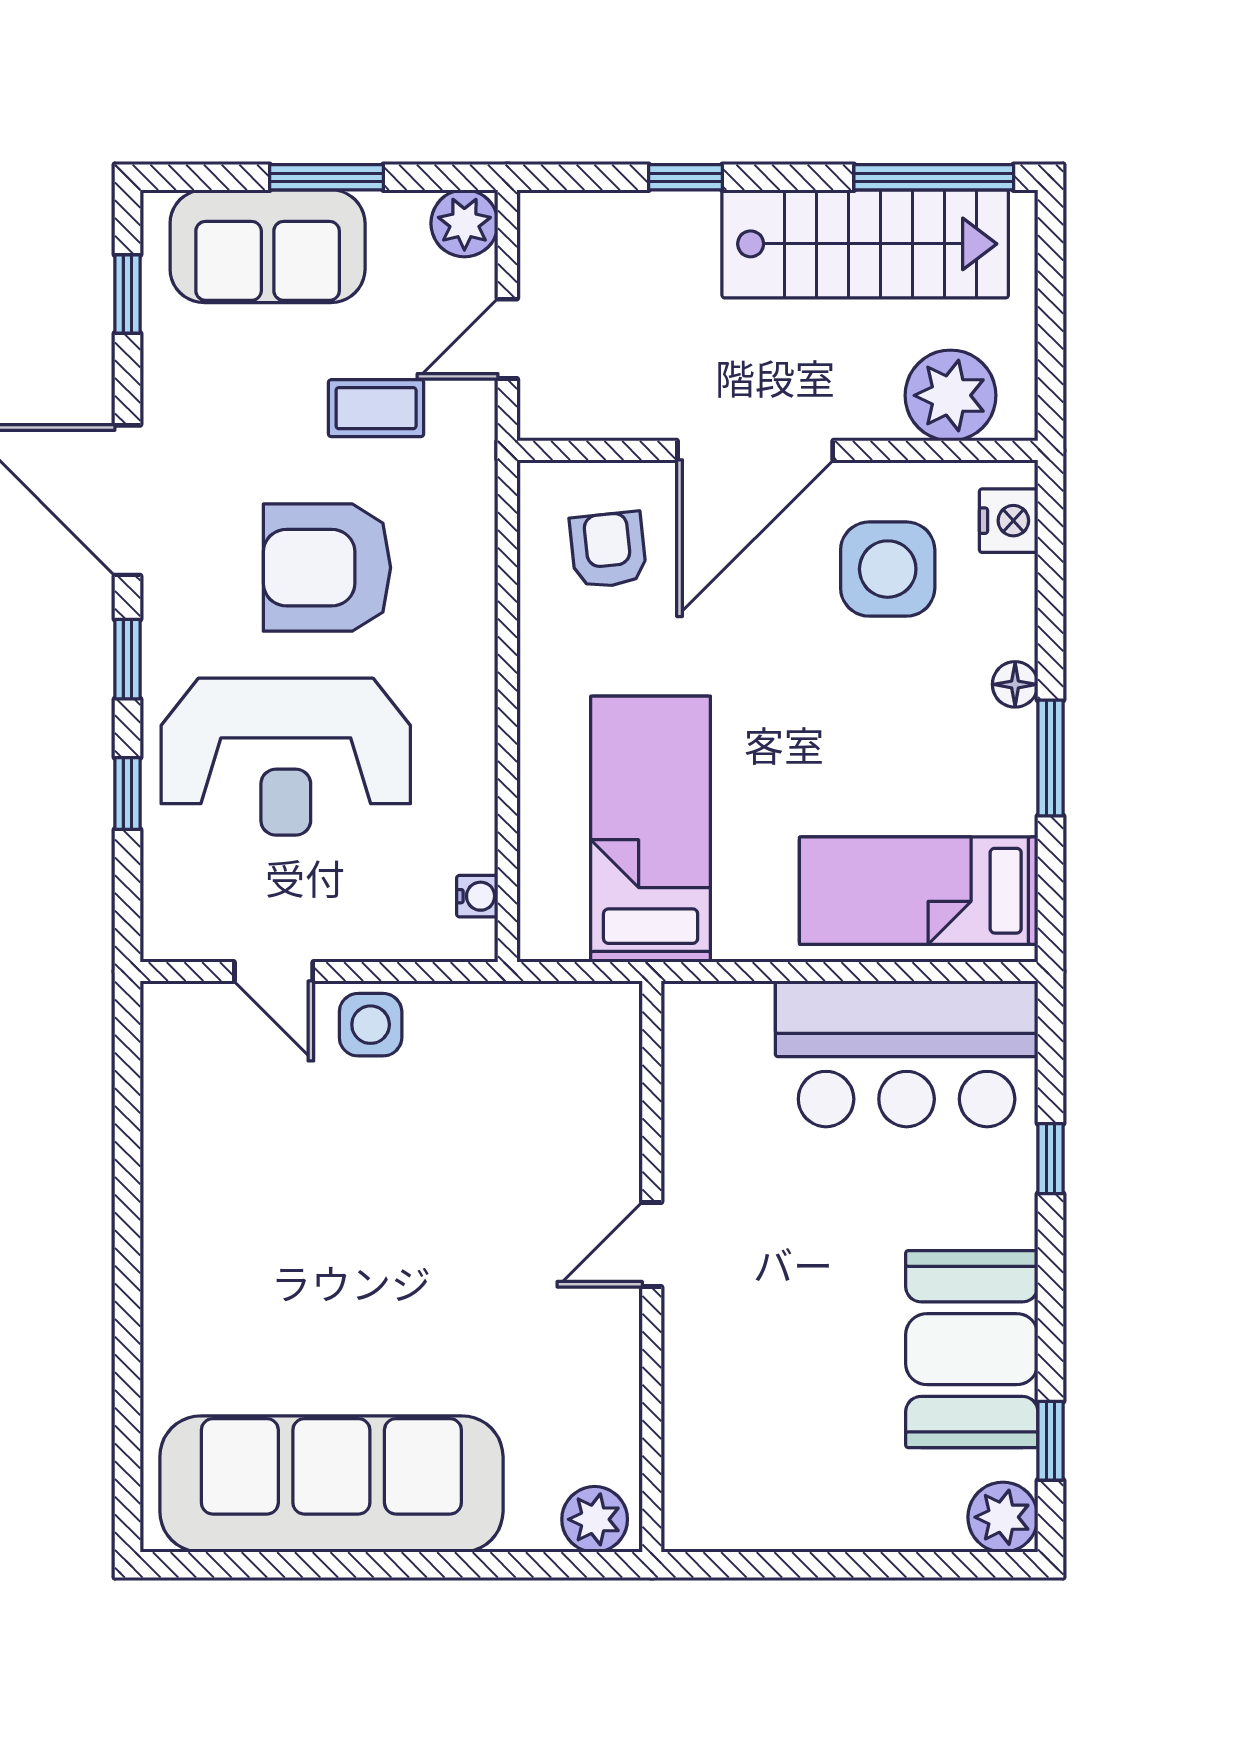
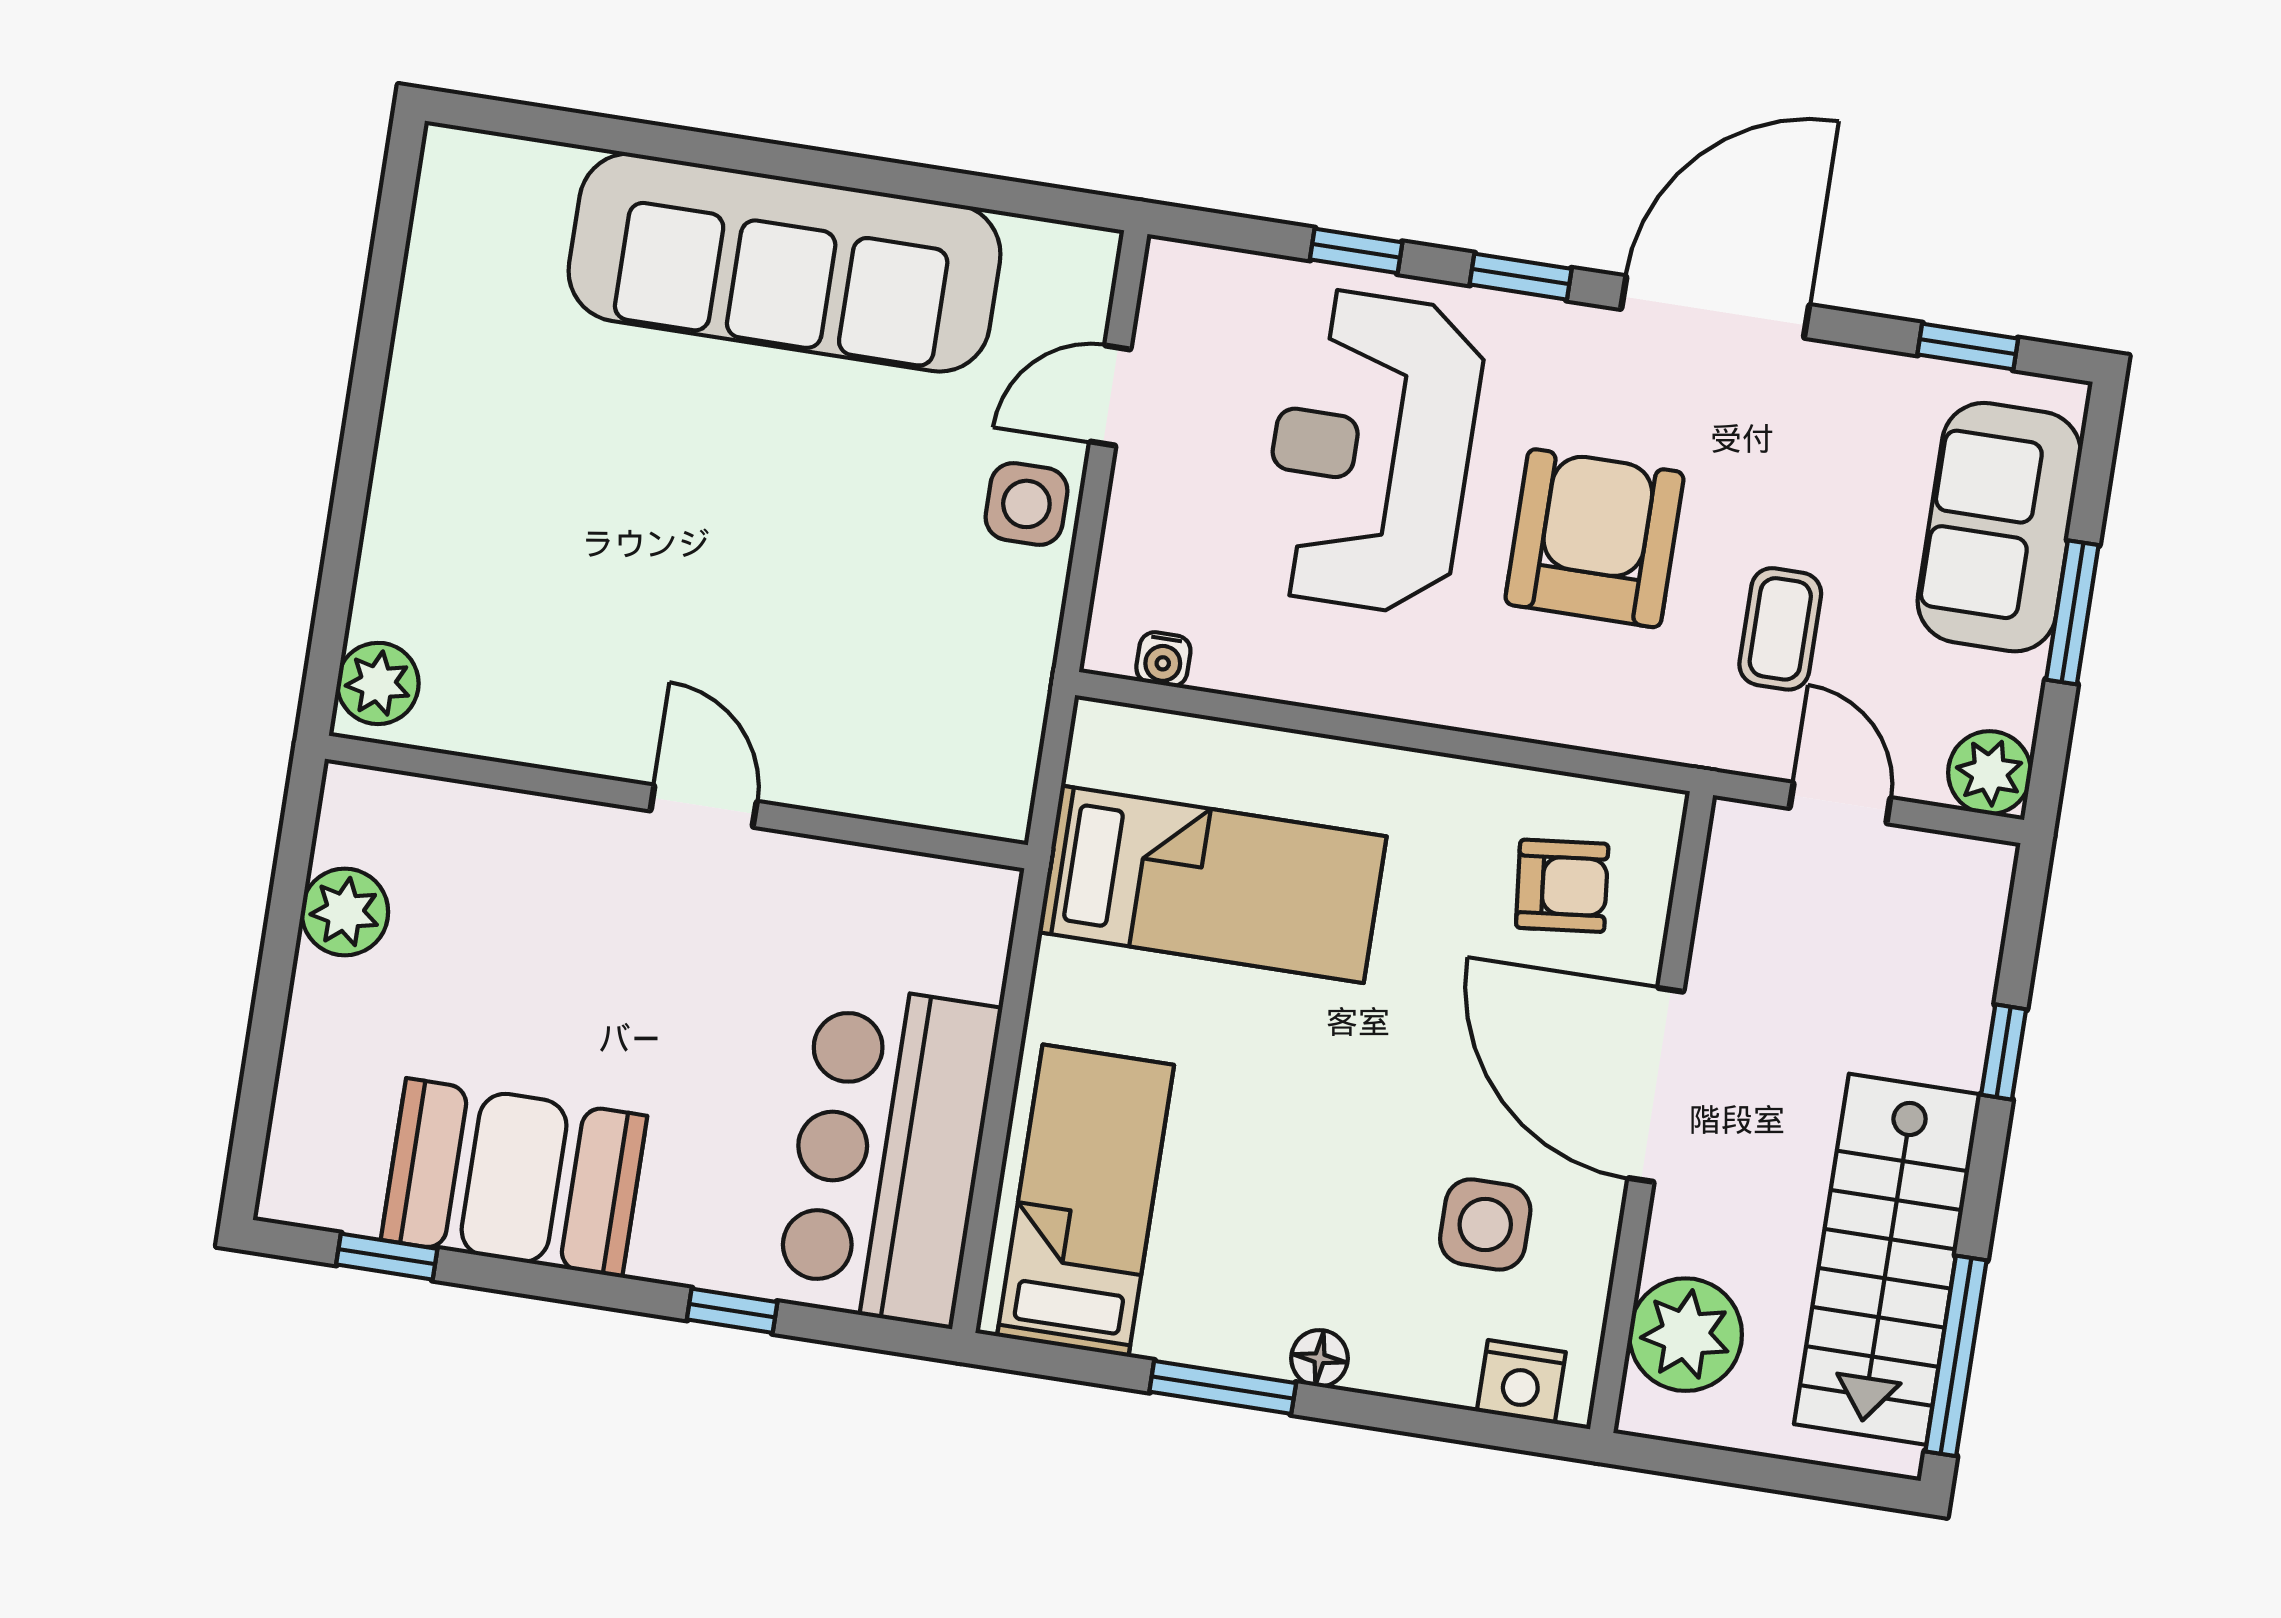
side table: (888, 569) -> (1485, 1224), width x0.73, depth x0.73
sofa: (331, 1484) -> (785, 263), moved, turned 90
plant: (1003, 1517) -> (345, 912), moved

